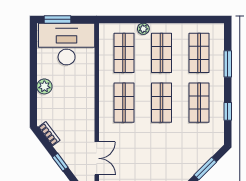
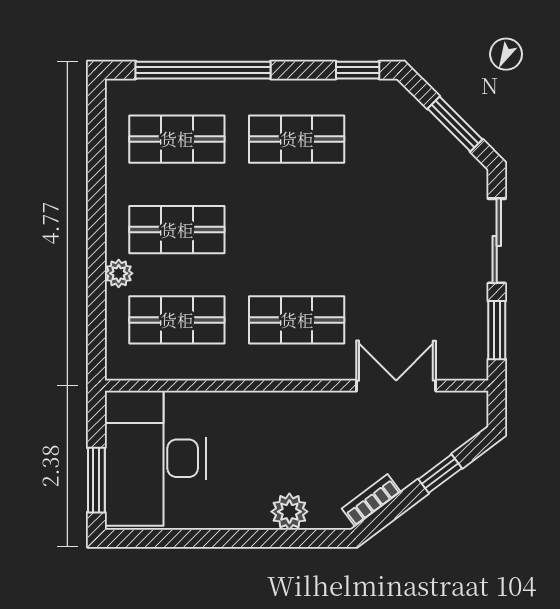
window: (228, 64) -> (203, 70), width x2.11
plant: (44, 86) -> (289, 512), moved
shop shelf: (162, 103) -> (297, 230), removed
window: (228, 111) -> (358, 70), moved
double door: (97, 158) -> (396, 386), moved

